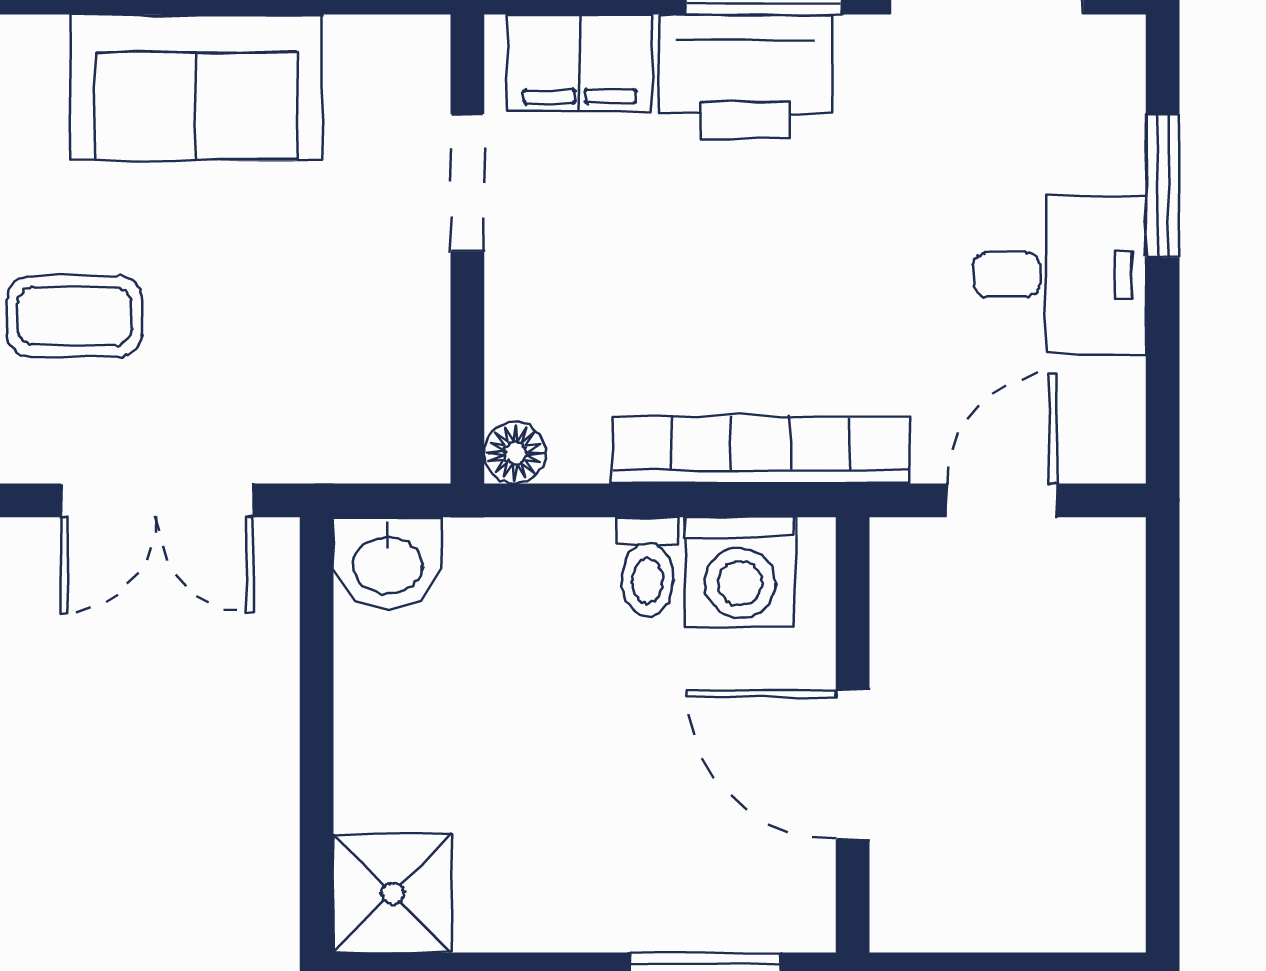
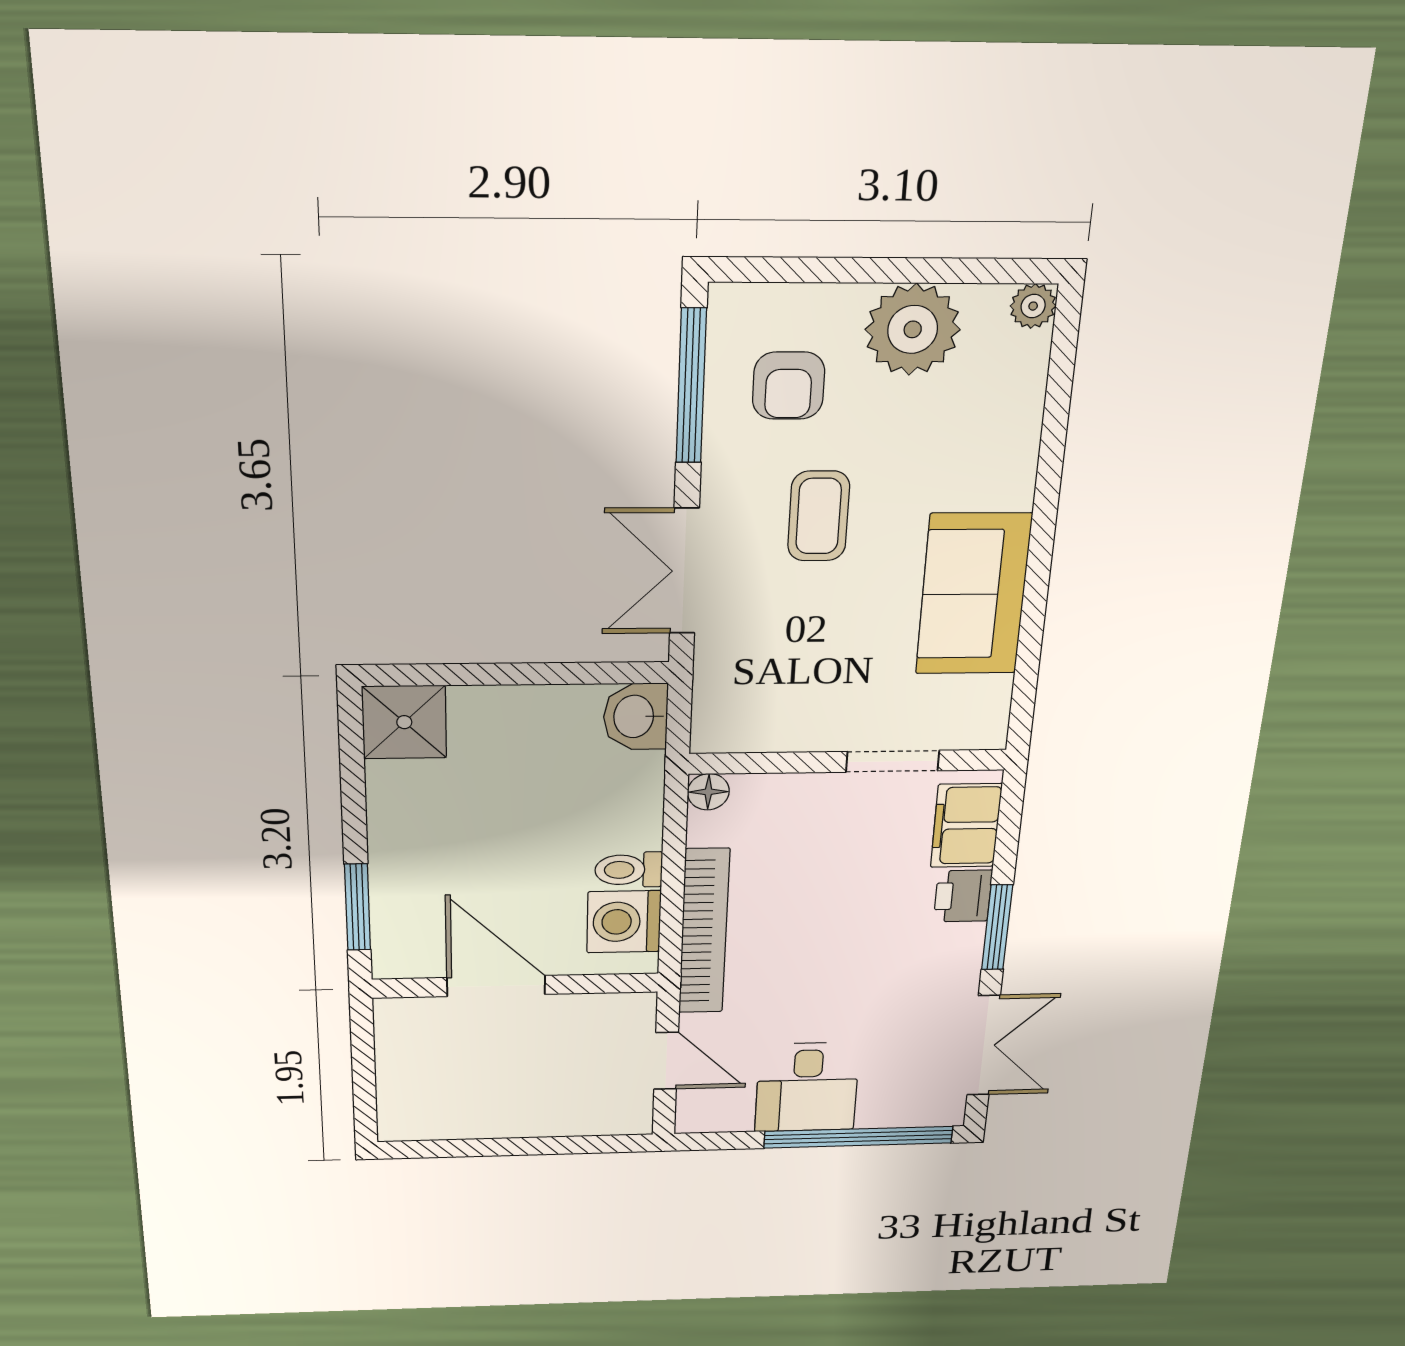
printer: (745, 76) -> (963, 896), width x0.53, depth x0.68
window: (1163, 185) -> (858, 1137), width x2.11
door: (853, 765) -> (496, 986), hinge flipped

